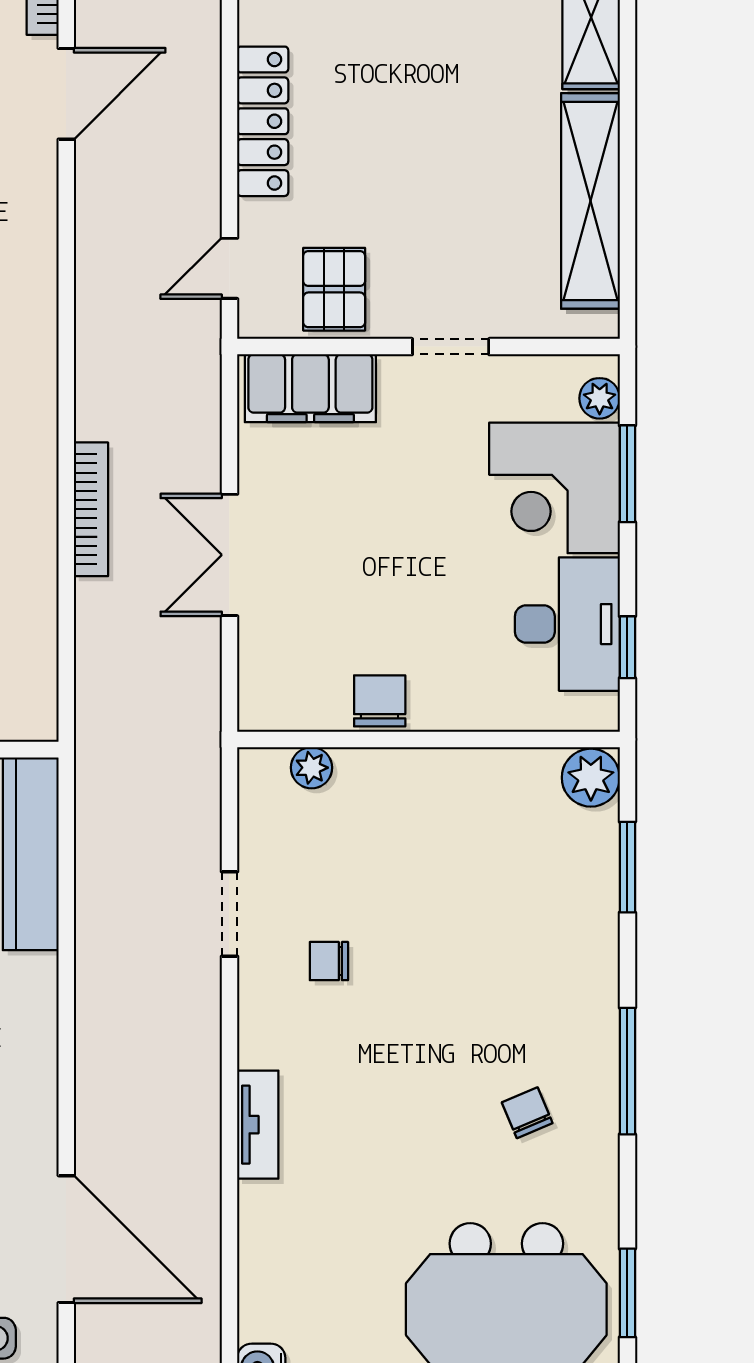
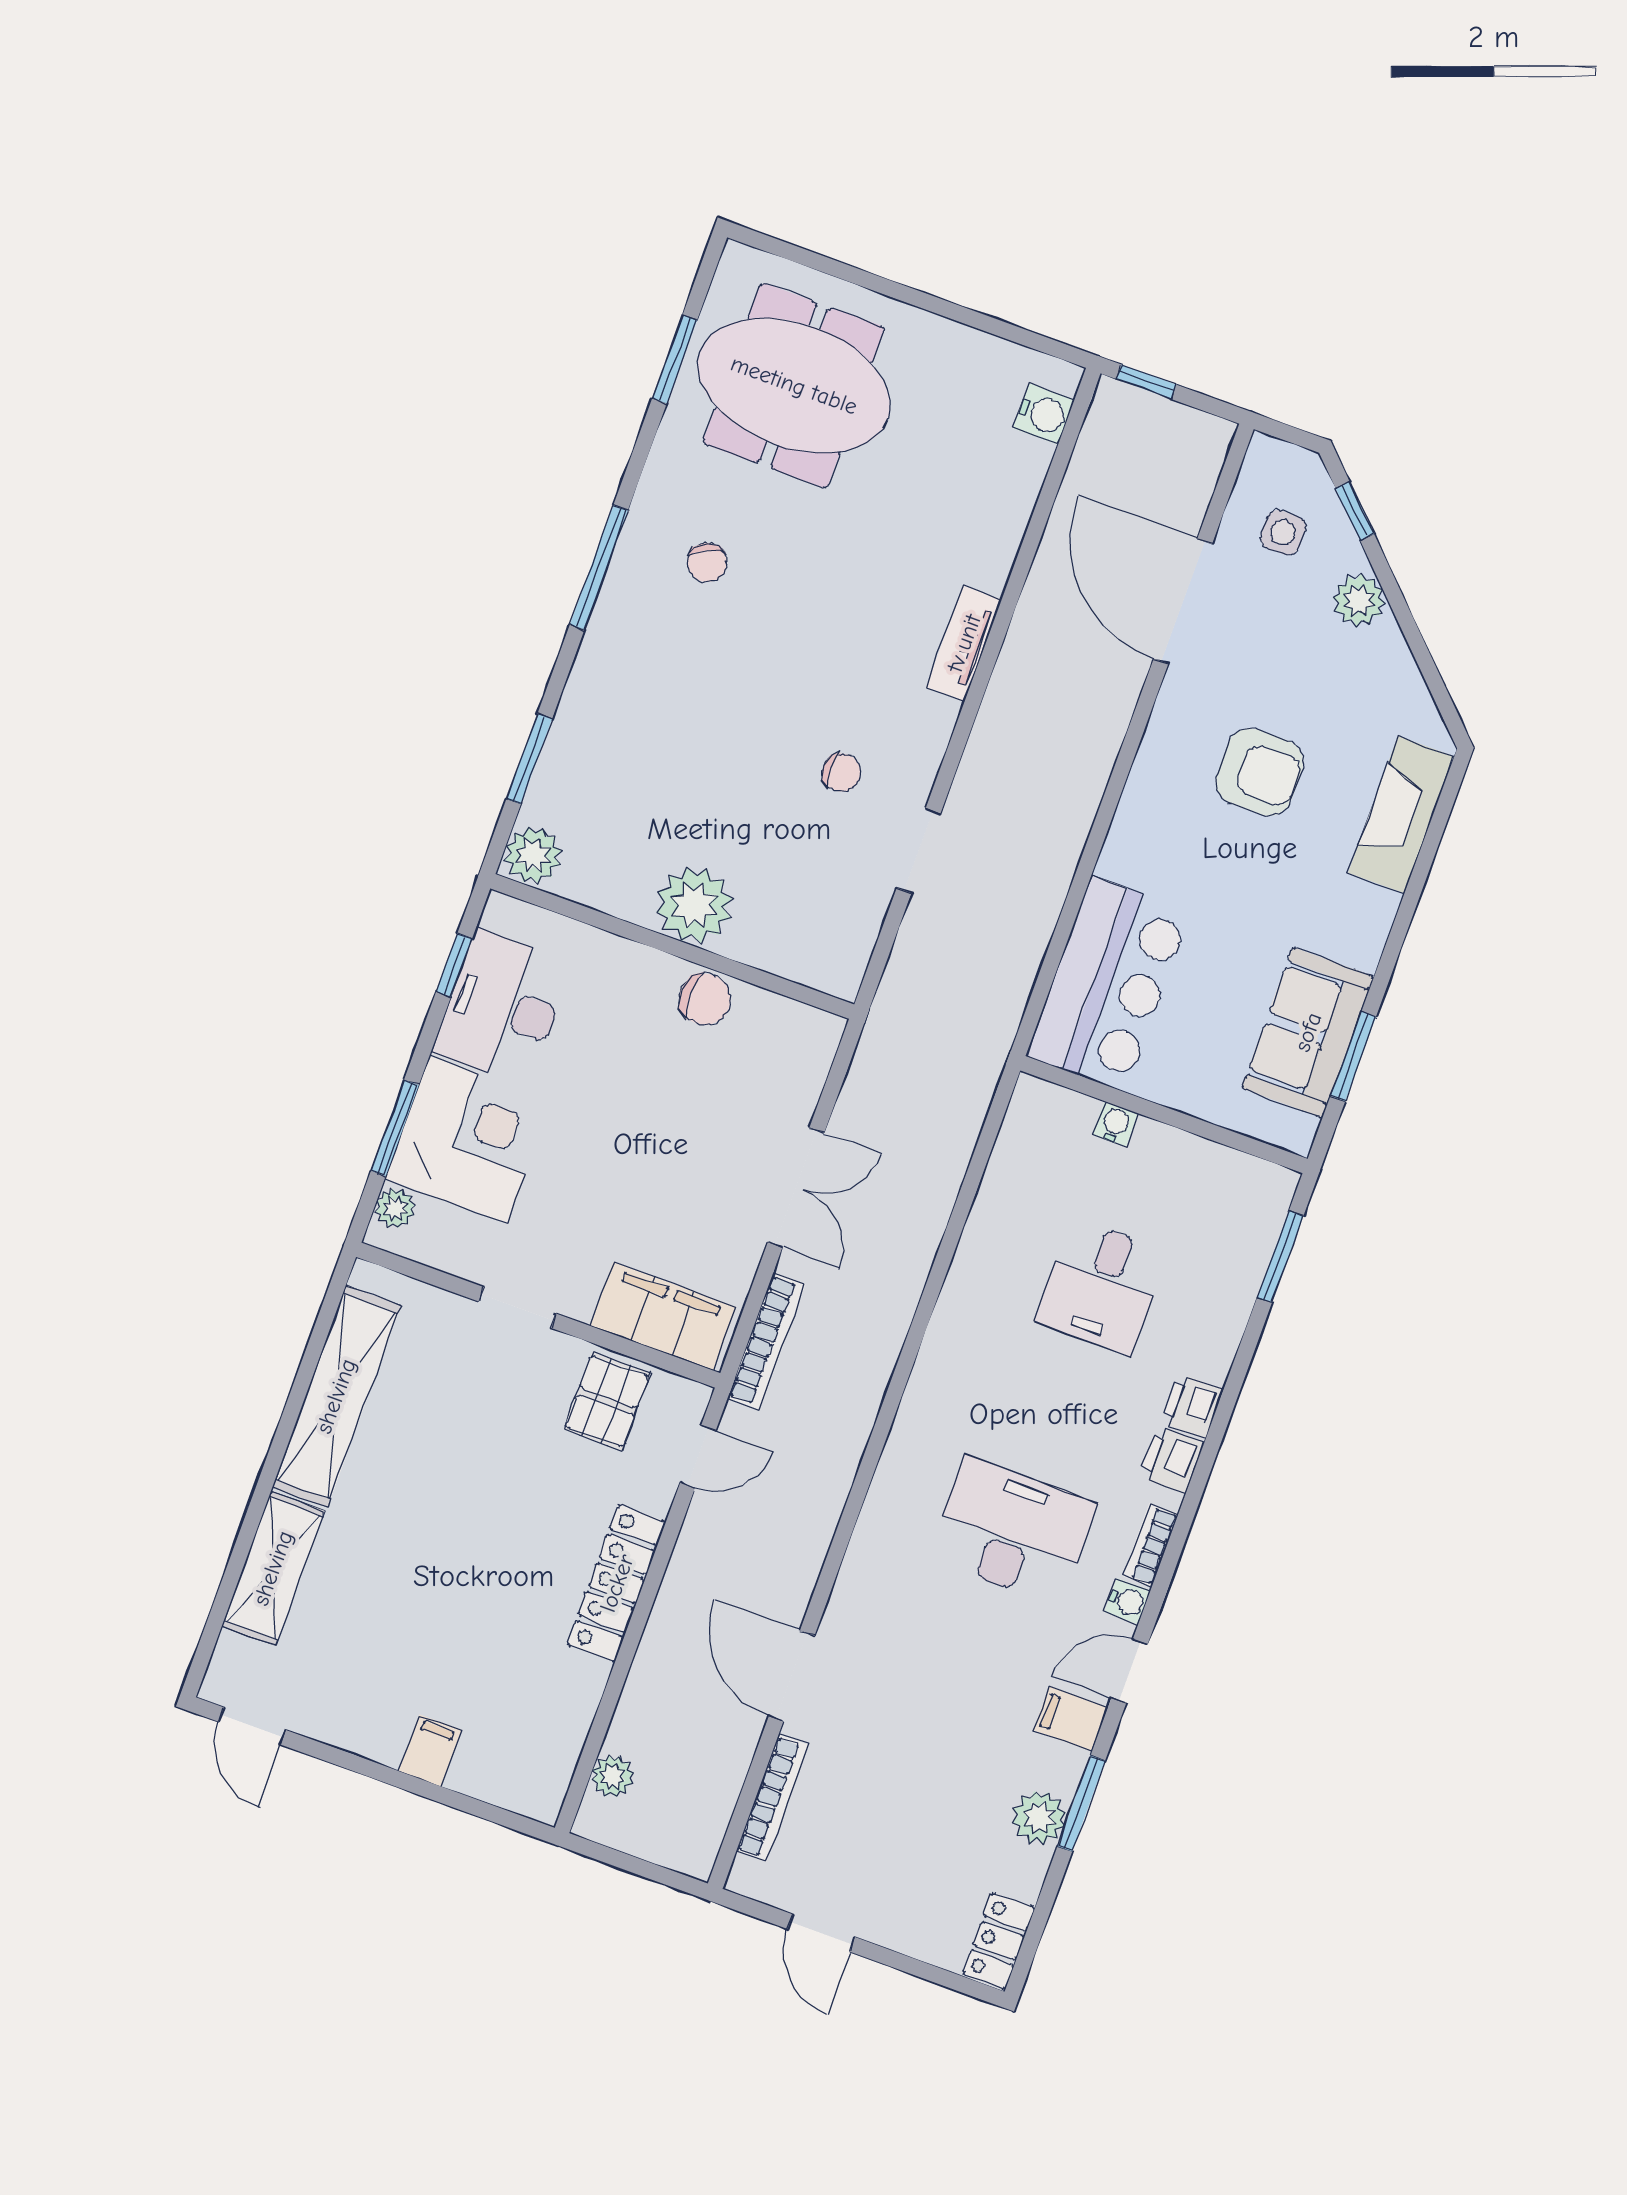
door: (66, 94) -> (792, 1676), hinge flipped
bookcase: (91, 509) -> (766, 1341), moved, turned 180
chair: (380, 701) -> (705, 999), turned -90
plant: (312, 768) -> (694, 905), moved, width x1.87, depth x1.87

